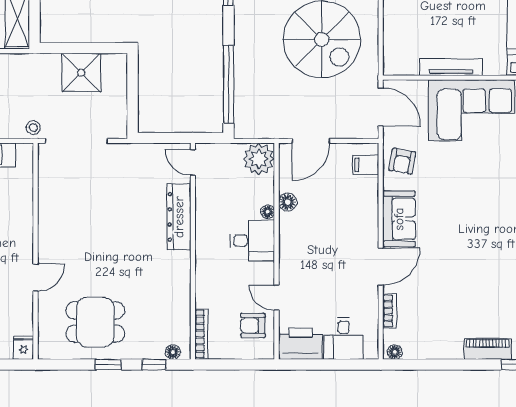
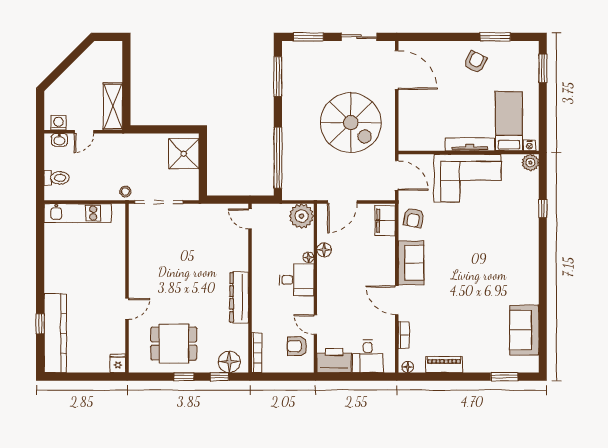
tv unit: (451, 67) -> (470, 144), moved
shower: (81, 72) -> (184, 154), moved
filing cabinet: (366, 165) -> (385, 221), width x2.00
dresser: (179, 217) -> (239, 297), moved
door: (381, 267) -> (397, 300), swing flipped
piano: (488, 349) -> (444, 365), moved
floor lamp: (173, 352) -> (229, 362), width x1.89, depth x1.89

